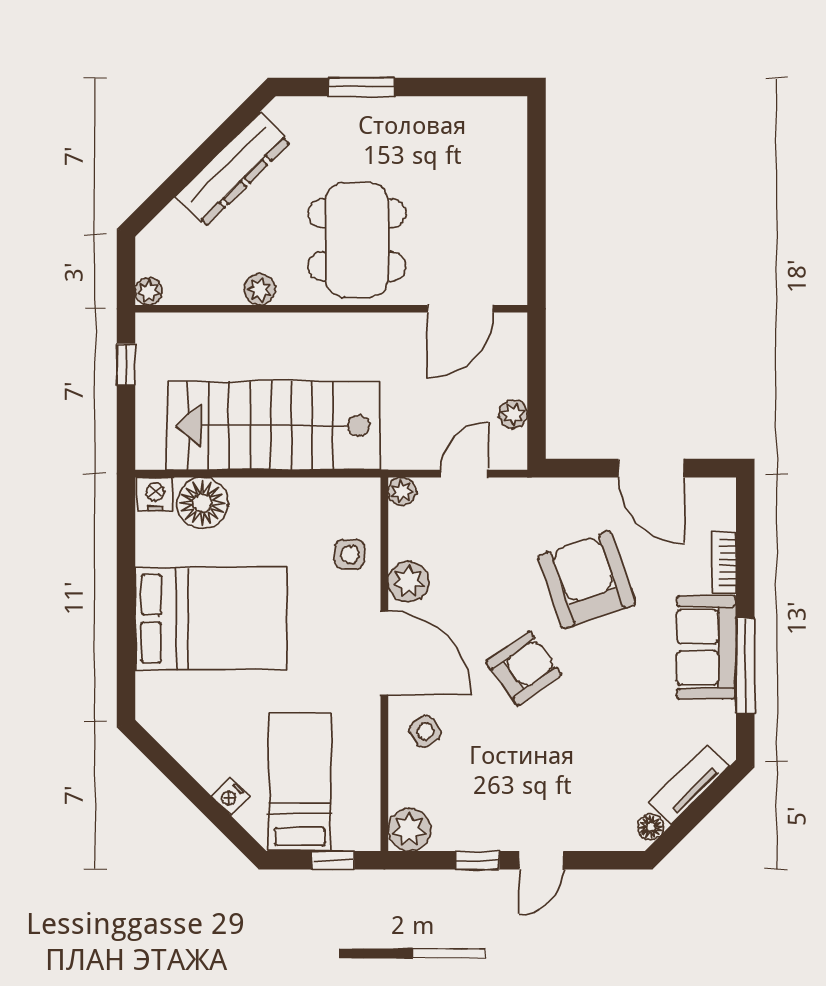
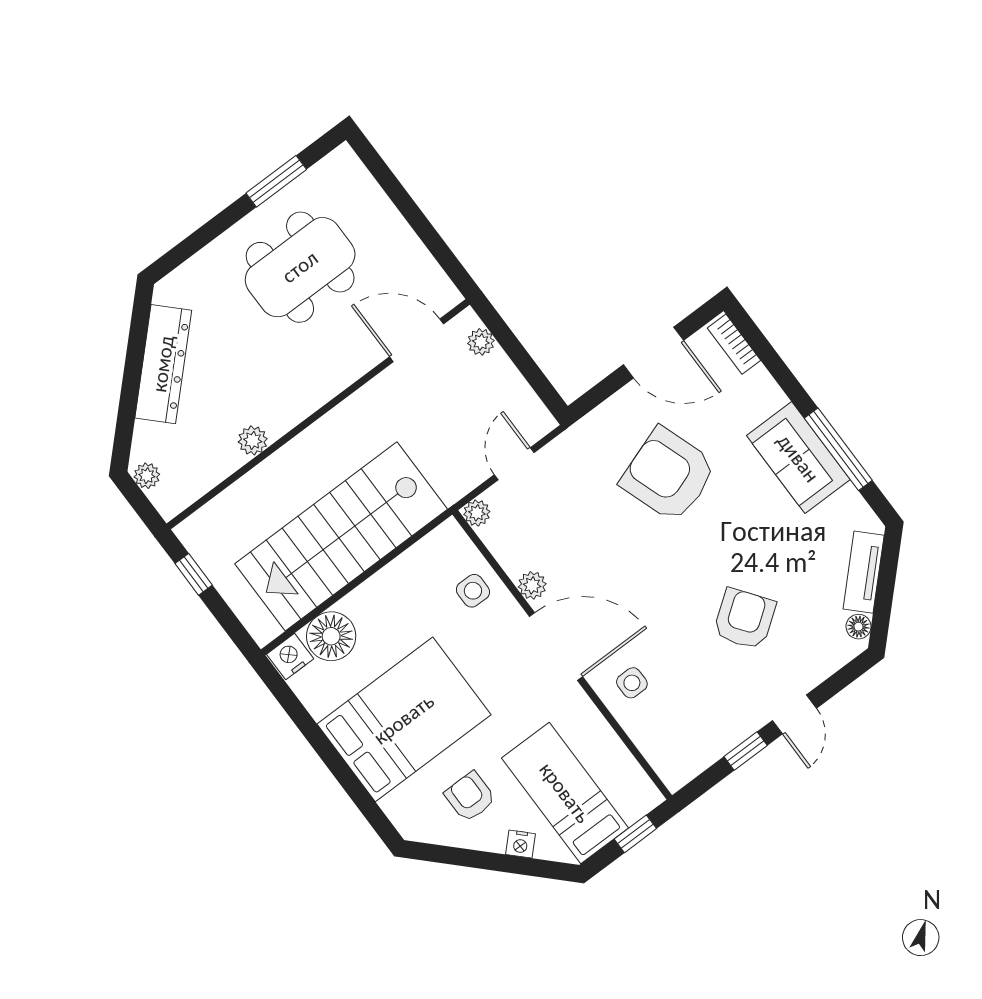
window: (362, 87) -> (276, 181), moved
dining table: (357, 240) -> (300, 267), moved, turned 90
plant: (149, 291) -> (147, 476), moved
door: (460, 309) -> (417, 340), swing flipped
plant: (513, 414) -> (481, 342), moved
bookcase: (724, 563) -> (734, 344), moved
plant: (408, 581) -> (532, 585), width x0.73, depth x0.73
armchair: (524, 668) -> (744, 619), moved
armchair: (218, 725) -> (470, 797), added
side table: (425, 731) -> (632, 683), turned 35
plant: (409, 830) -> (676, 767), removed

